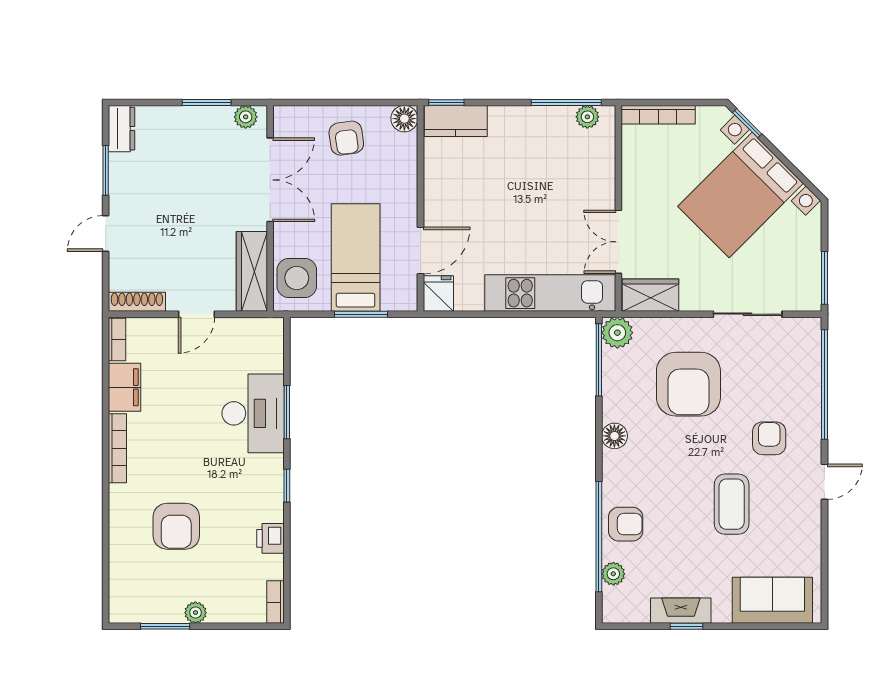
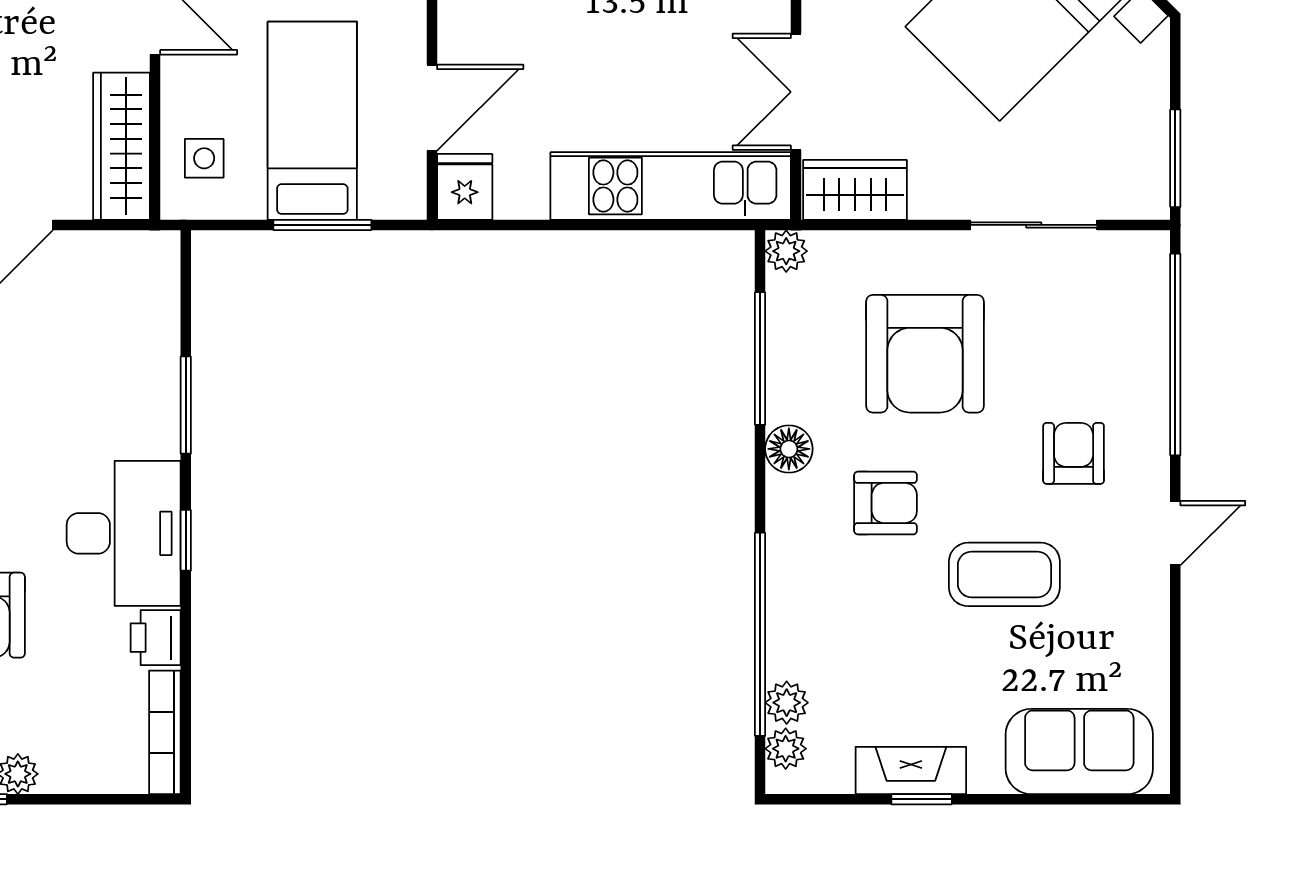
side table: (297, 278) -> (204, 158), width x0.54, depth x0.54
plant: (617, 333) -> (786, 251), width x0.73, depth x0.73
window: (599, 360) -> (760, 358), moved
desk: (253, 413) -> (124, 533), moved
coffee table: (732, 504) -> (1004, 574), turned 90
armchair: (626, 524) -> (886, 503), moved
plant: (613, 599) -> (786, 749), added
bookcase: (275, 602) -> (165, 732), width x1.56

